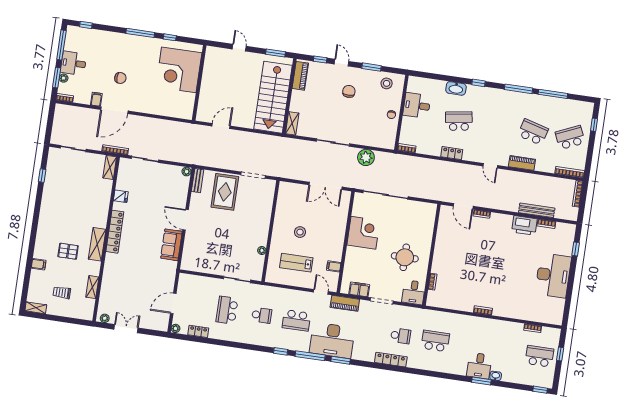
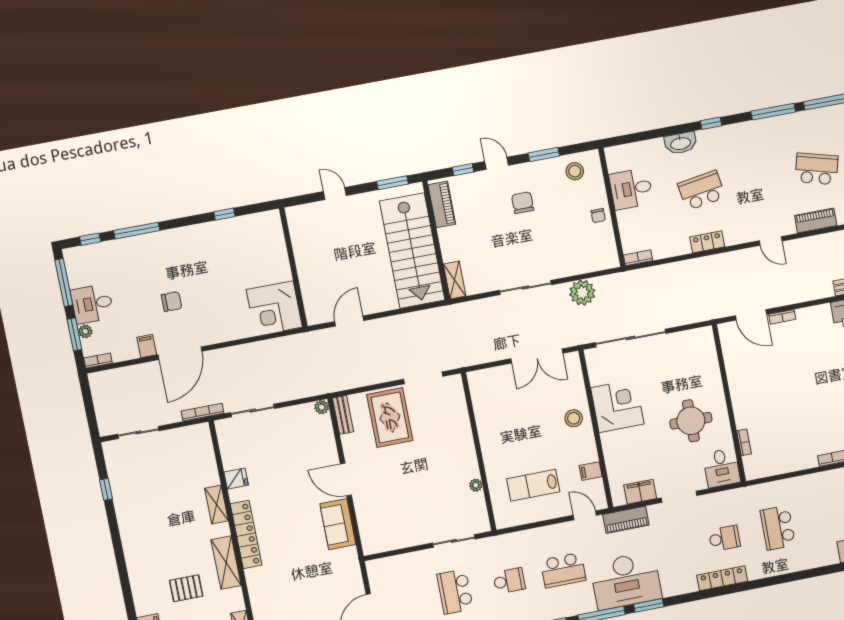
window: (140, 33) -> (137, 231), moved
corner desk: (179, 70) -> (274, 308), moved, width x0.74, depth x0.74
shelving: (110, 167) -> (216, 504), moved
stool: (300, 232) -> (574, 418), moved
school desk: (435, 341) -> (778, 528), turned -90

